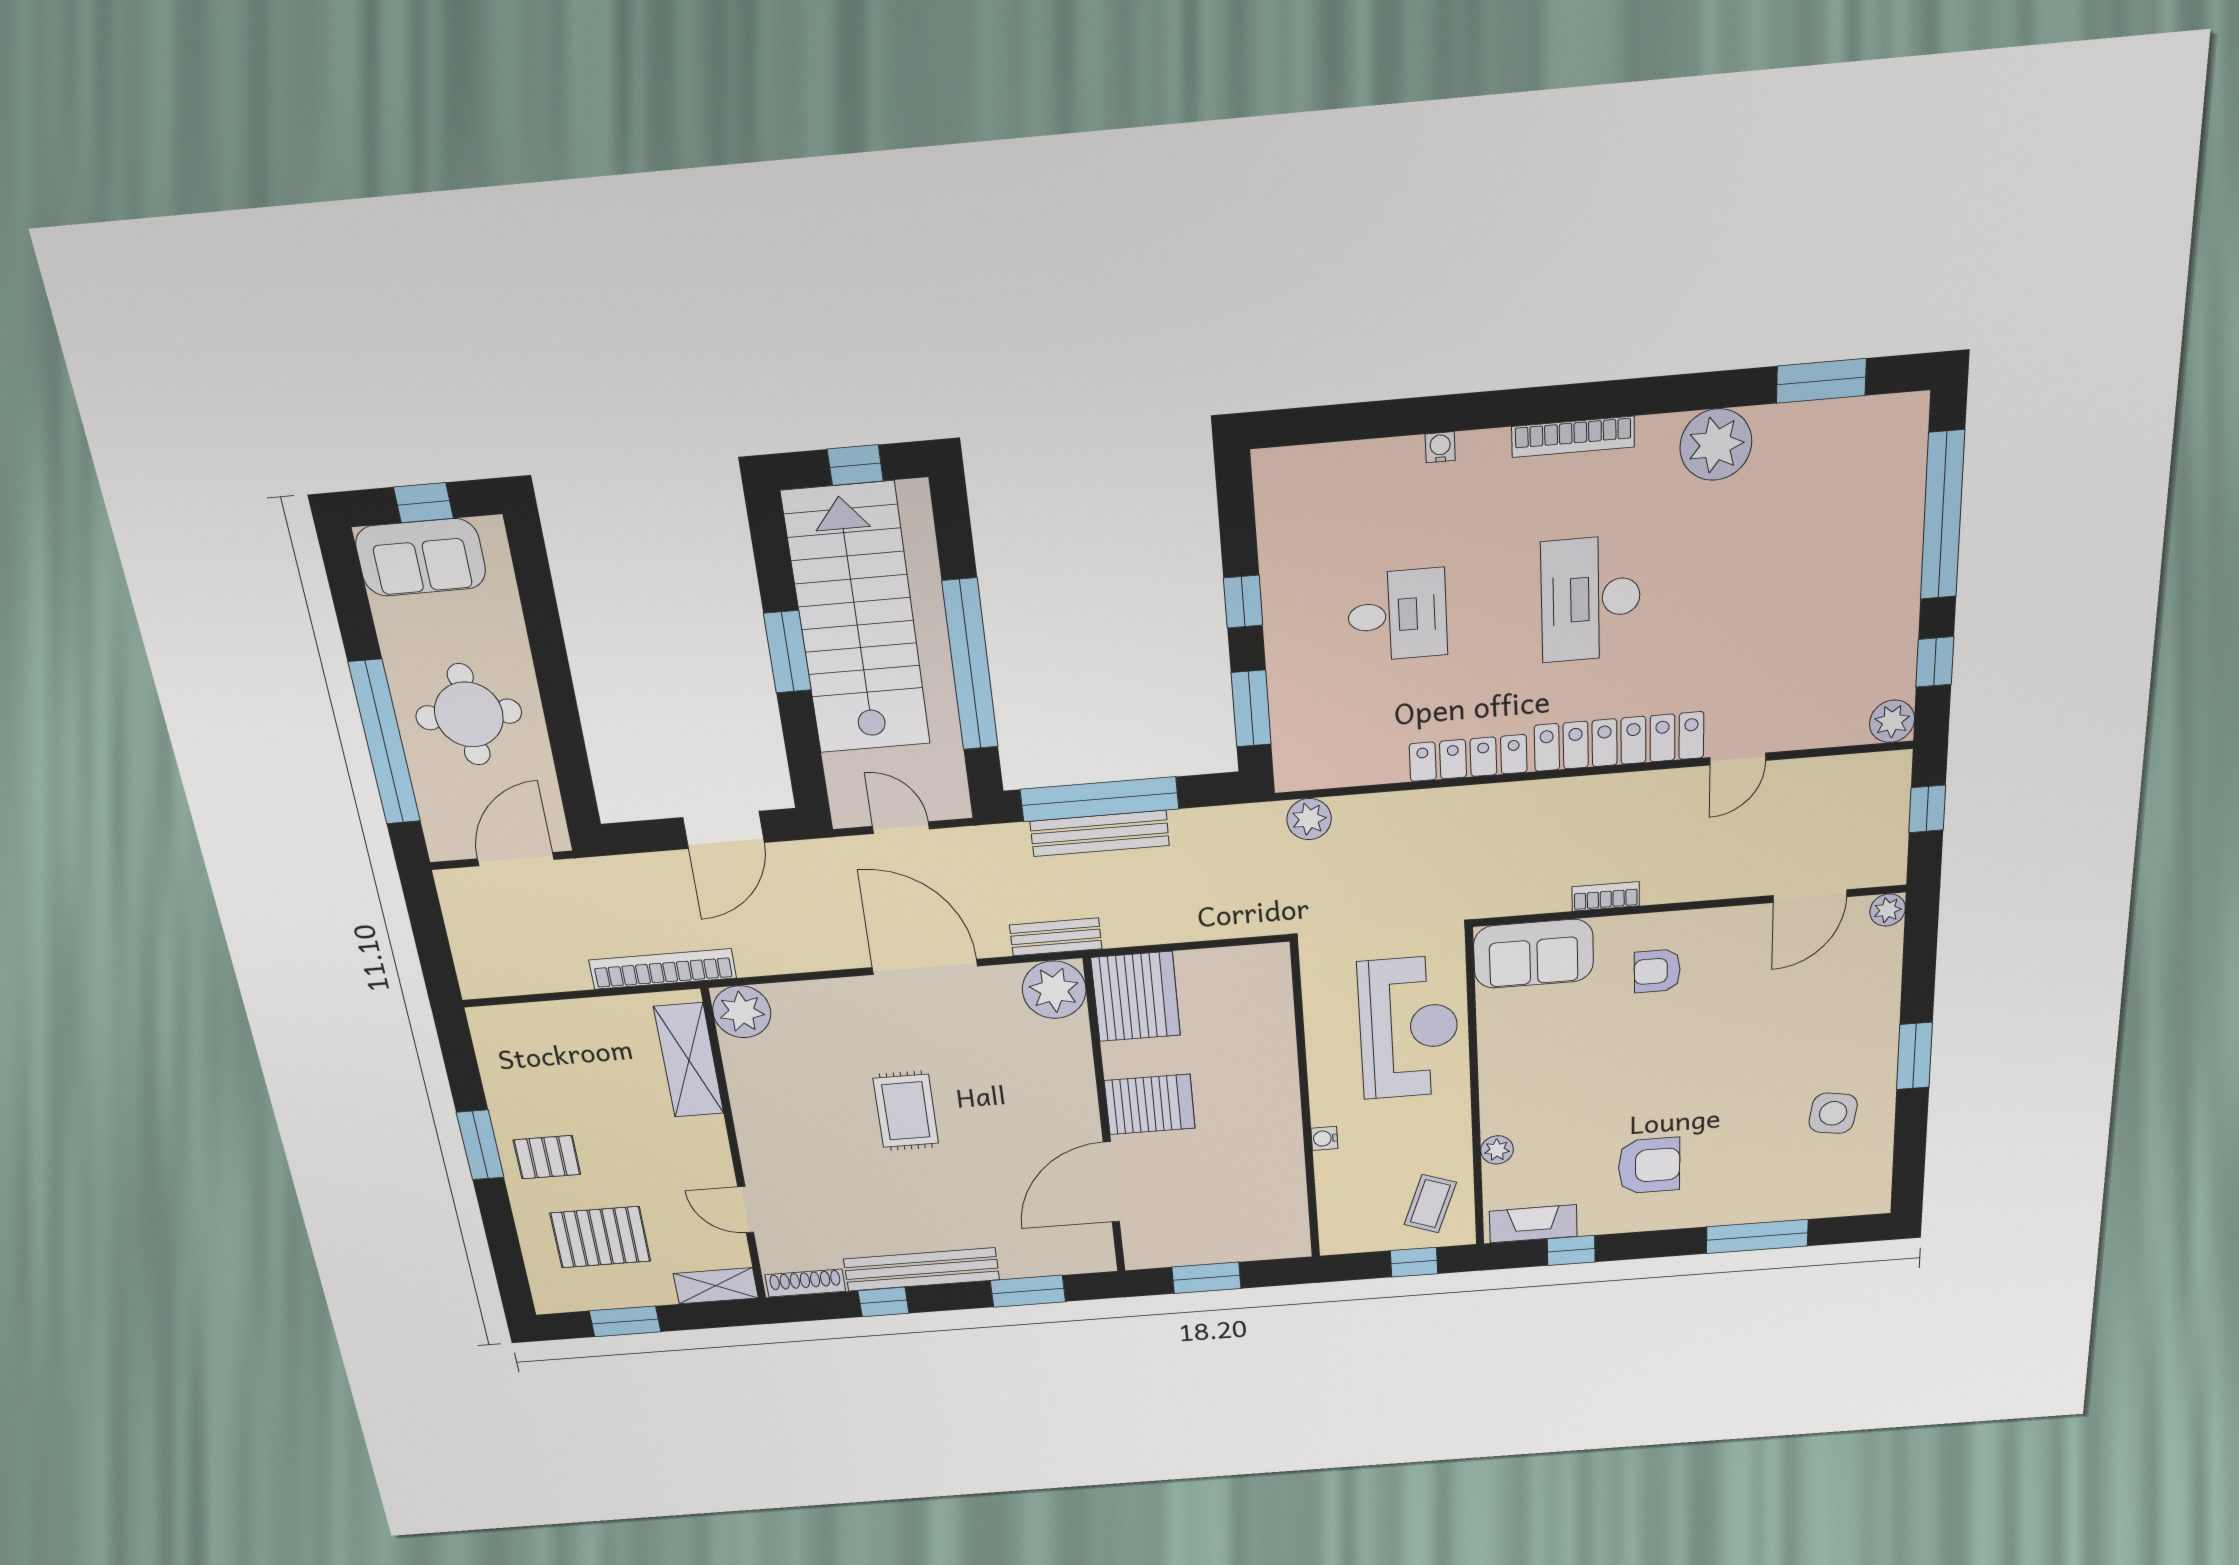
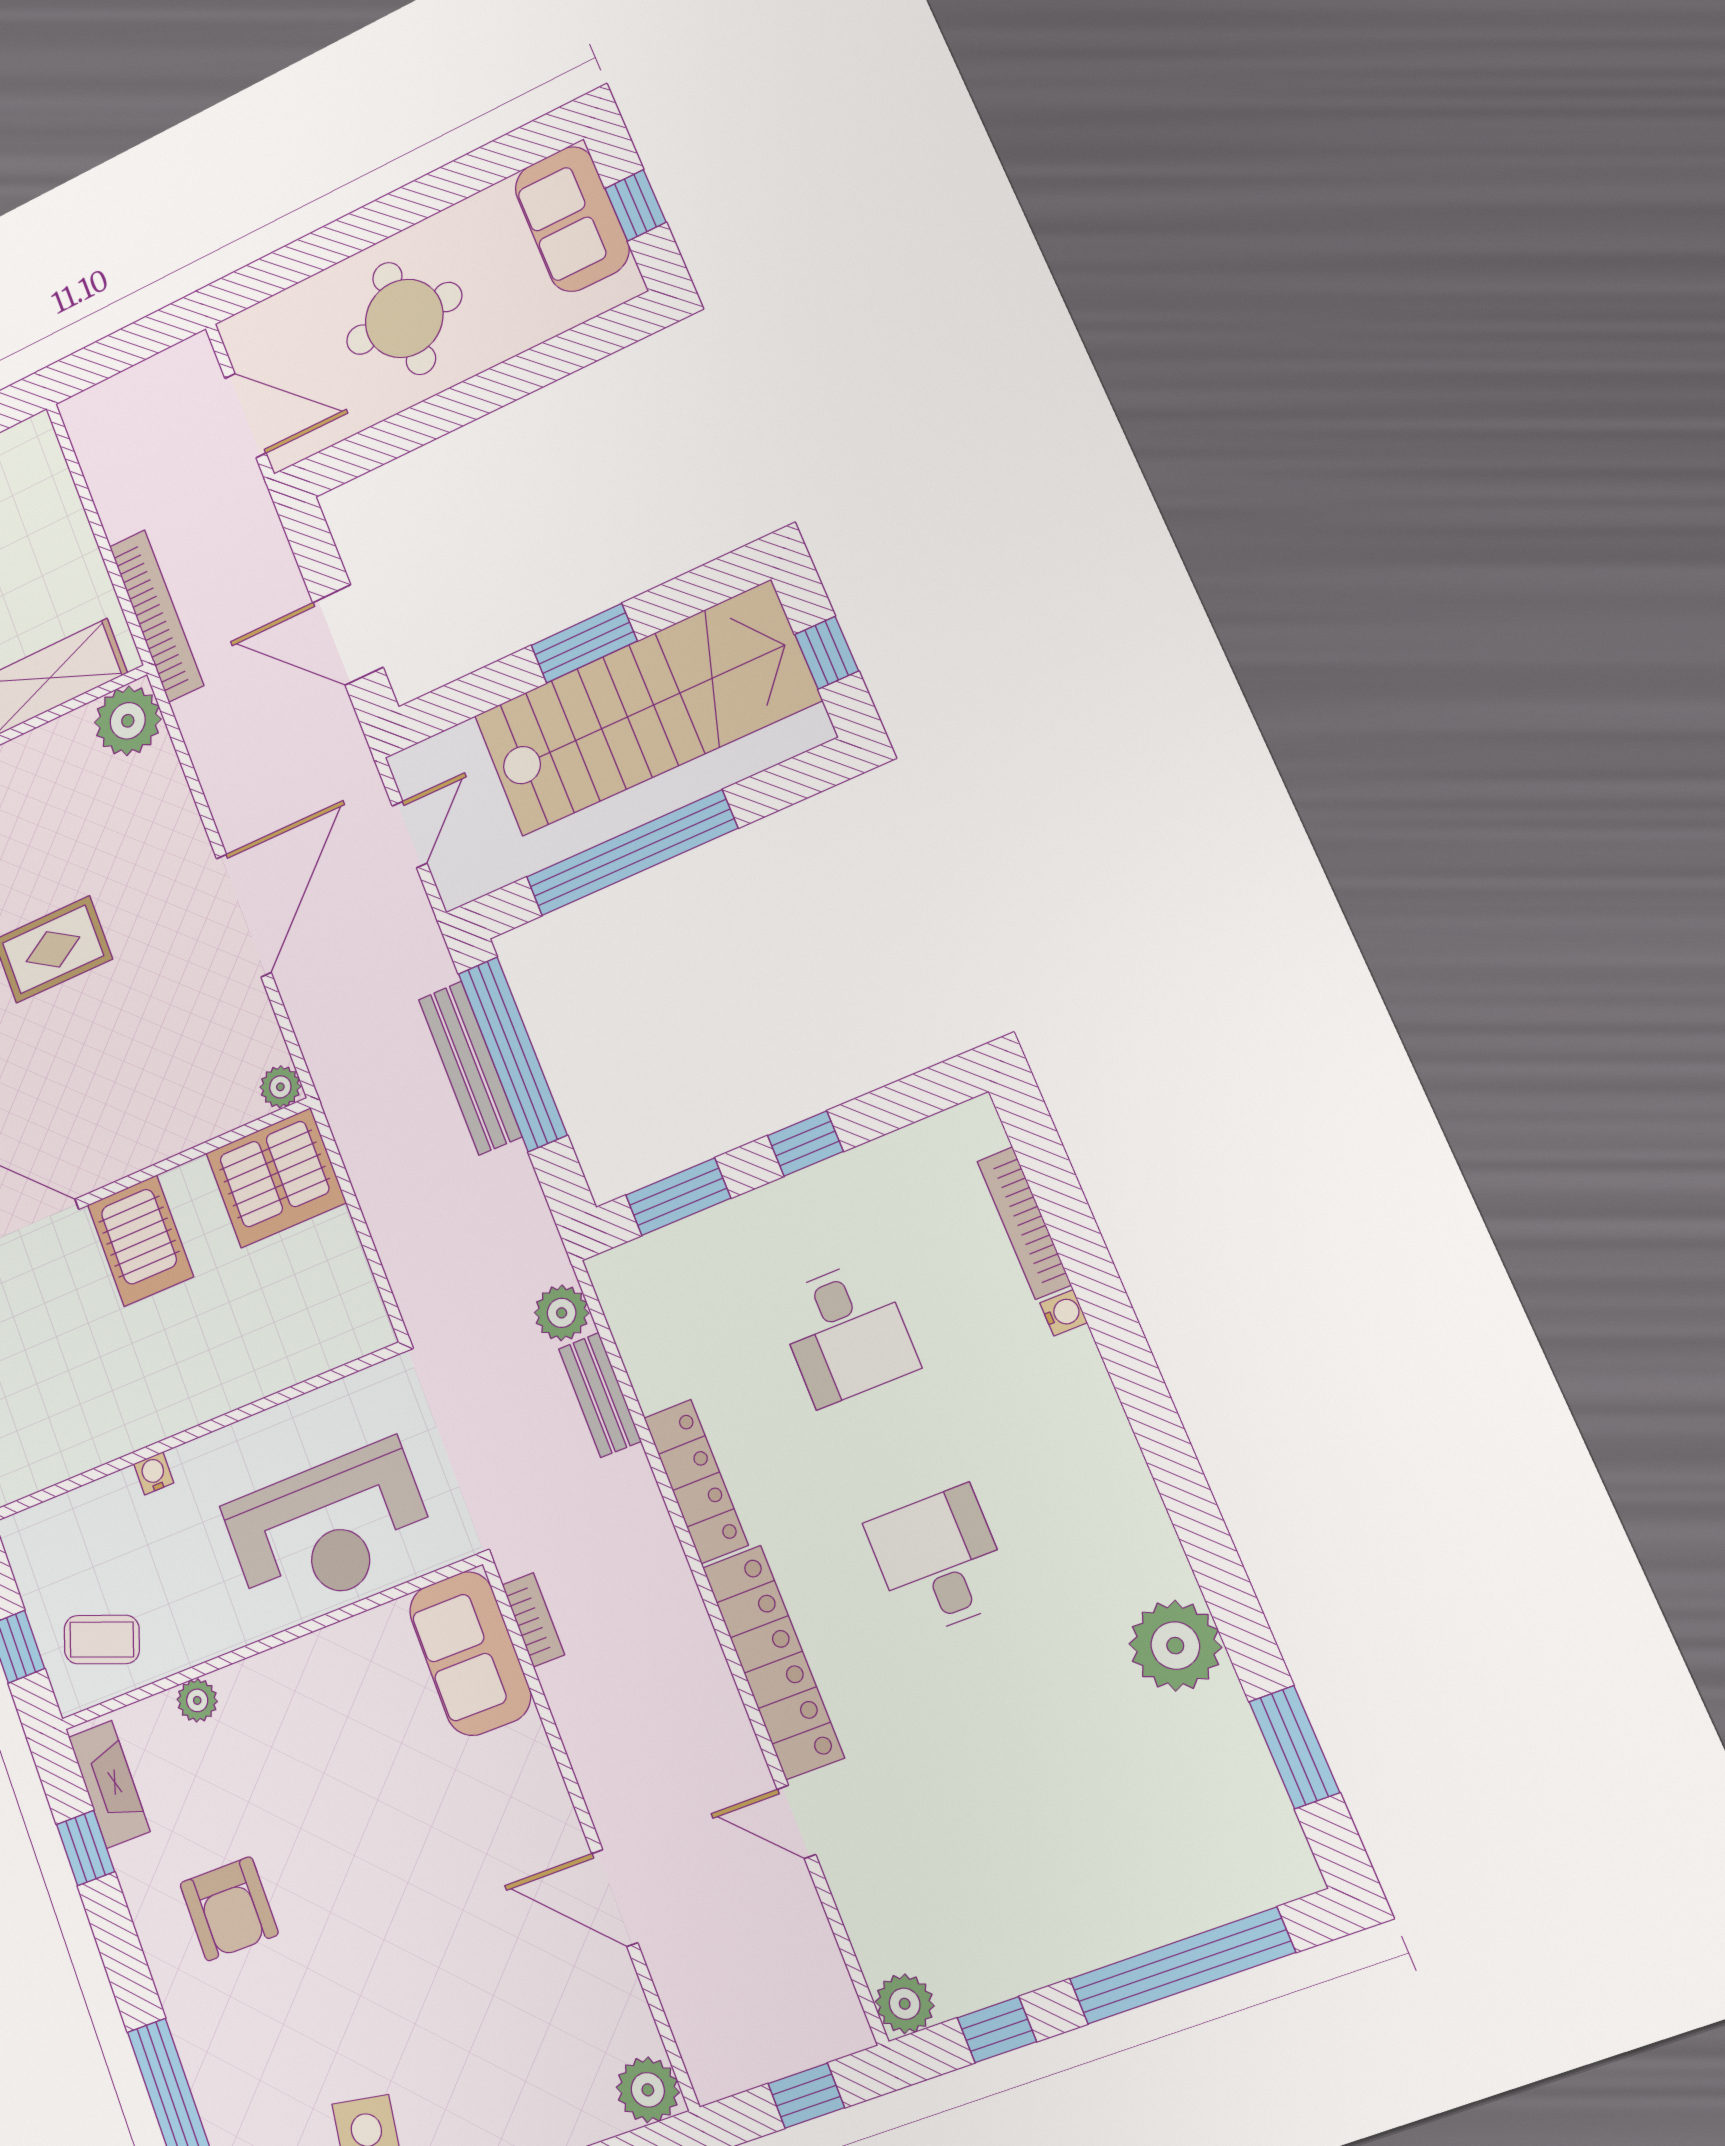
bookcase: (1573, 437) -> (1024, 1223), moved
desk: (1591, 599) -> (939, 1561), width x0.73
window: (384, 742) -> (344, 238), removed
bookcase: (1606, 896) -> (533, 1620), moved
door: (1810, 896) -> (615, 1898), moved
plant: (1888, 910) -> (648, 2090), width x1.38, depth x1.38
bench: (1056, 937) -> (600, 1395), moved
armchair: (1657, 971) -> (492, 1822), removed
plant: (1054, 990) -> (280, 1087), width x0.53, depth x0.53

